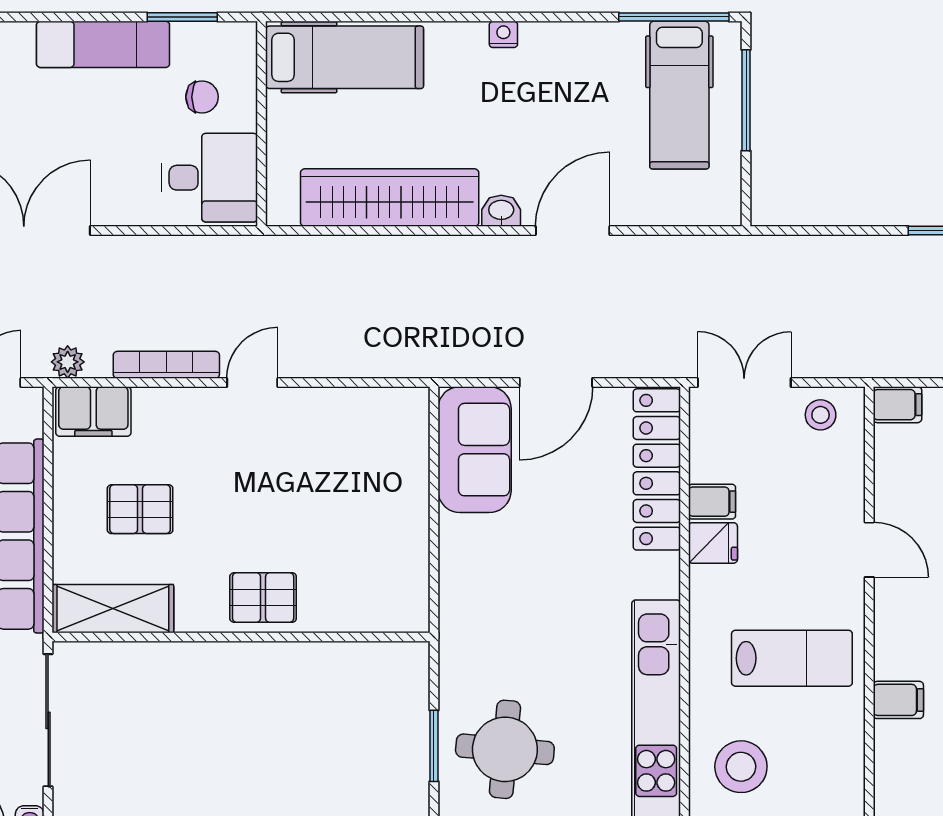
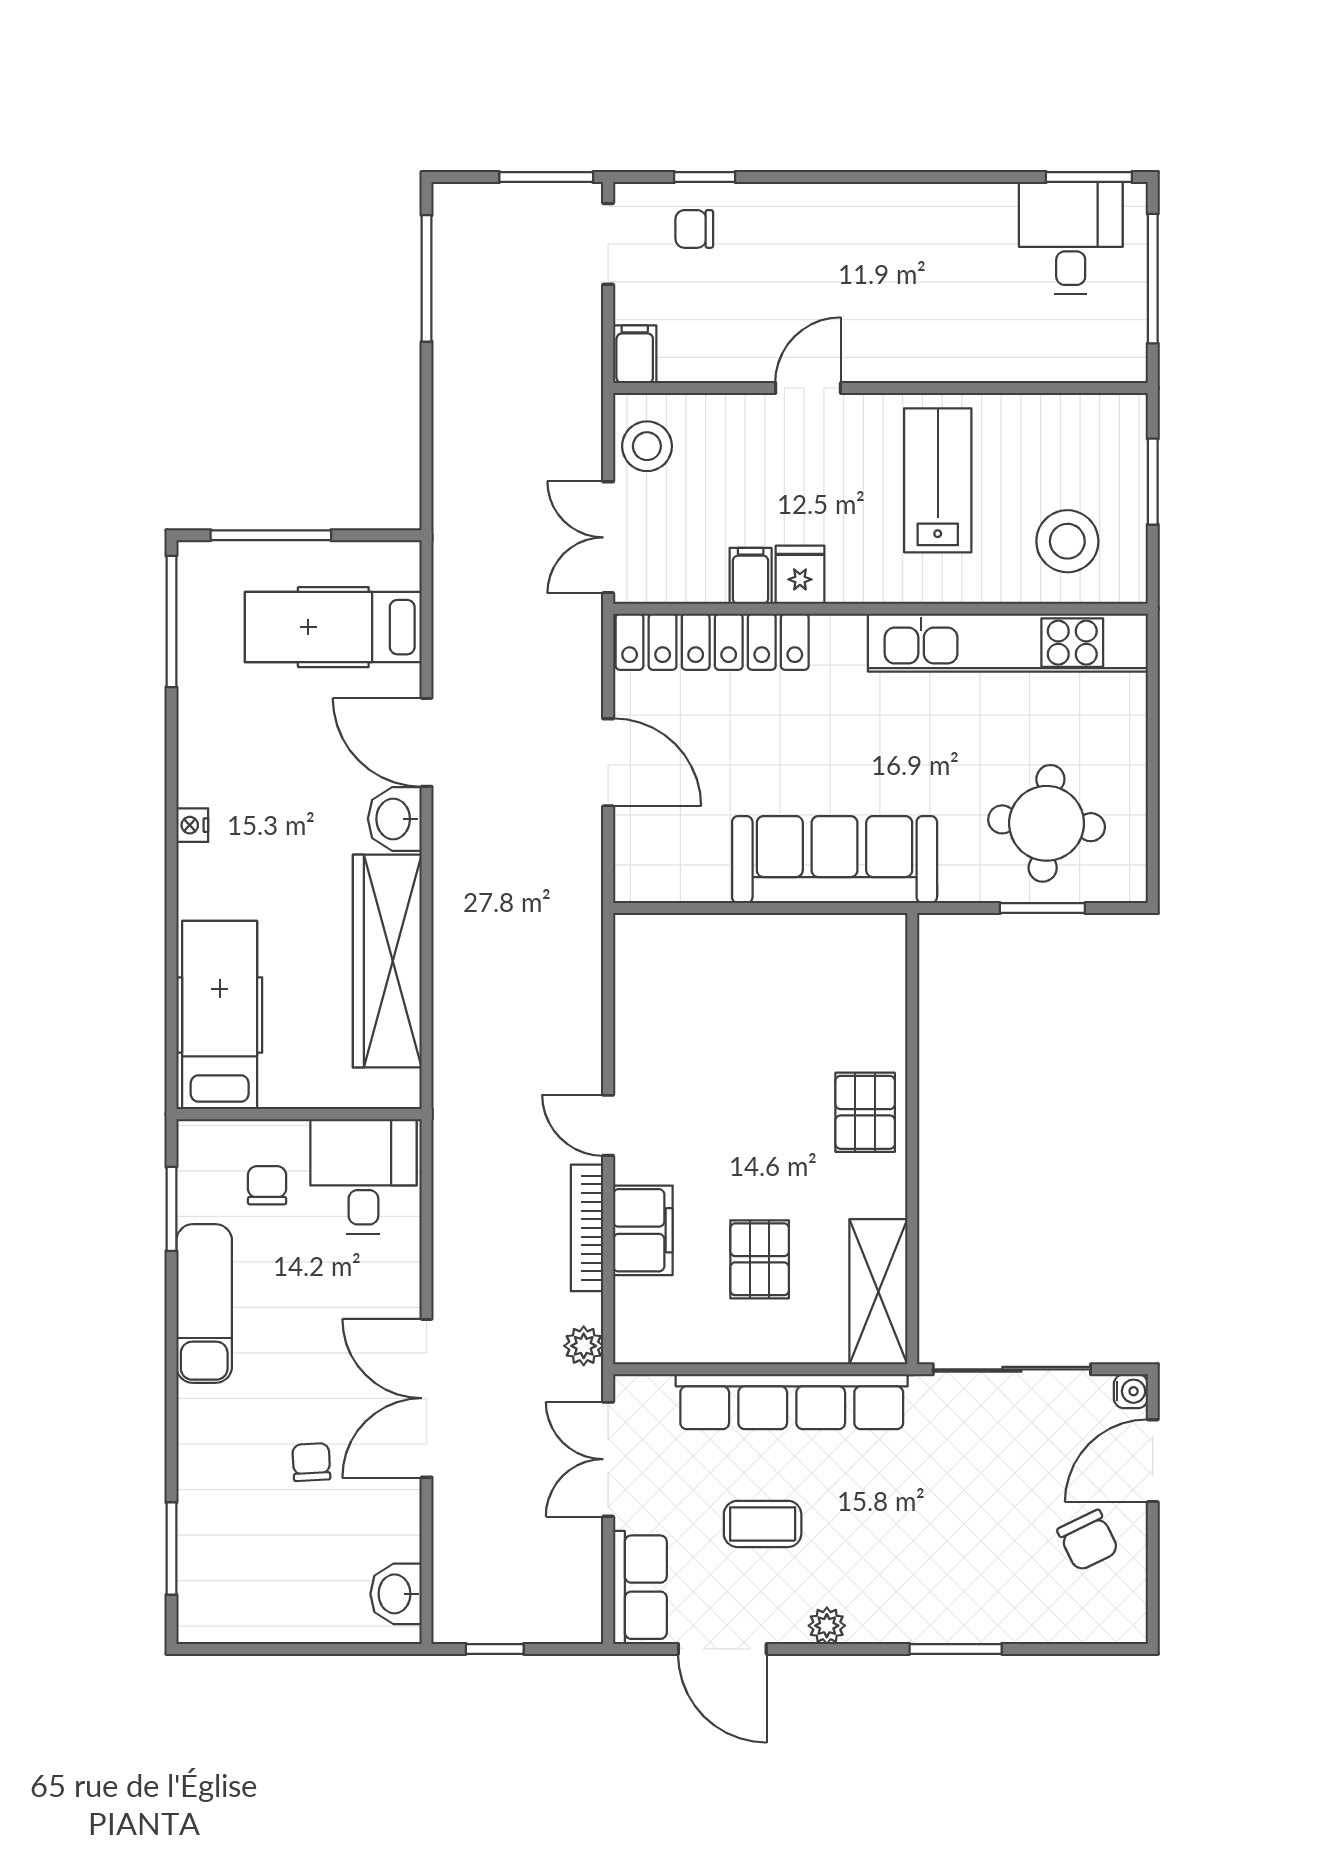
hospital bed: (679, 95) -> (333, 627), moved, turned 180
washbasin: (501, 211) -> (395, 819), width x1.38, depth x1.45
filing cabinet: (93, 411) -> (643, 1230), moved
stool: (821, 415) -> (647, 446), width x1.37, depth x1.37
sofa: (475, 450) -> (835, 860), moved, width x1.36
filing cabinet: (898, 700) -> (988, 353), removed

